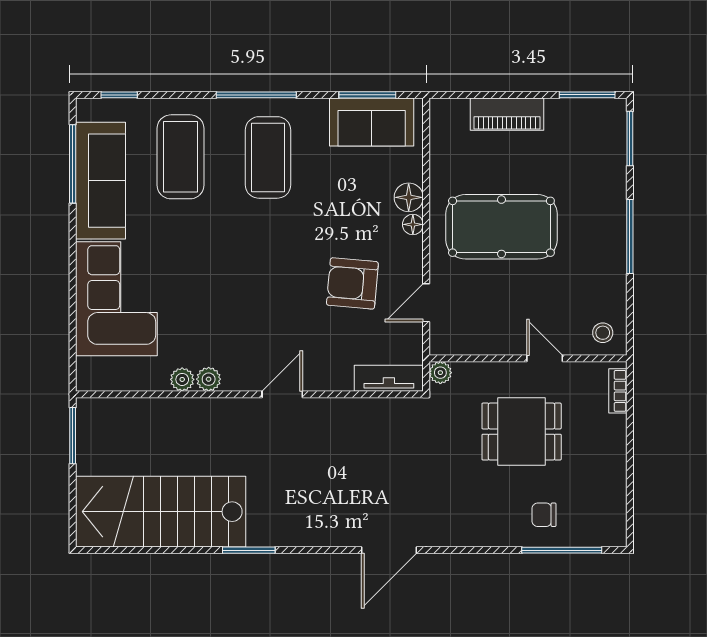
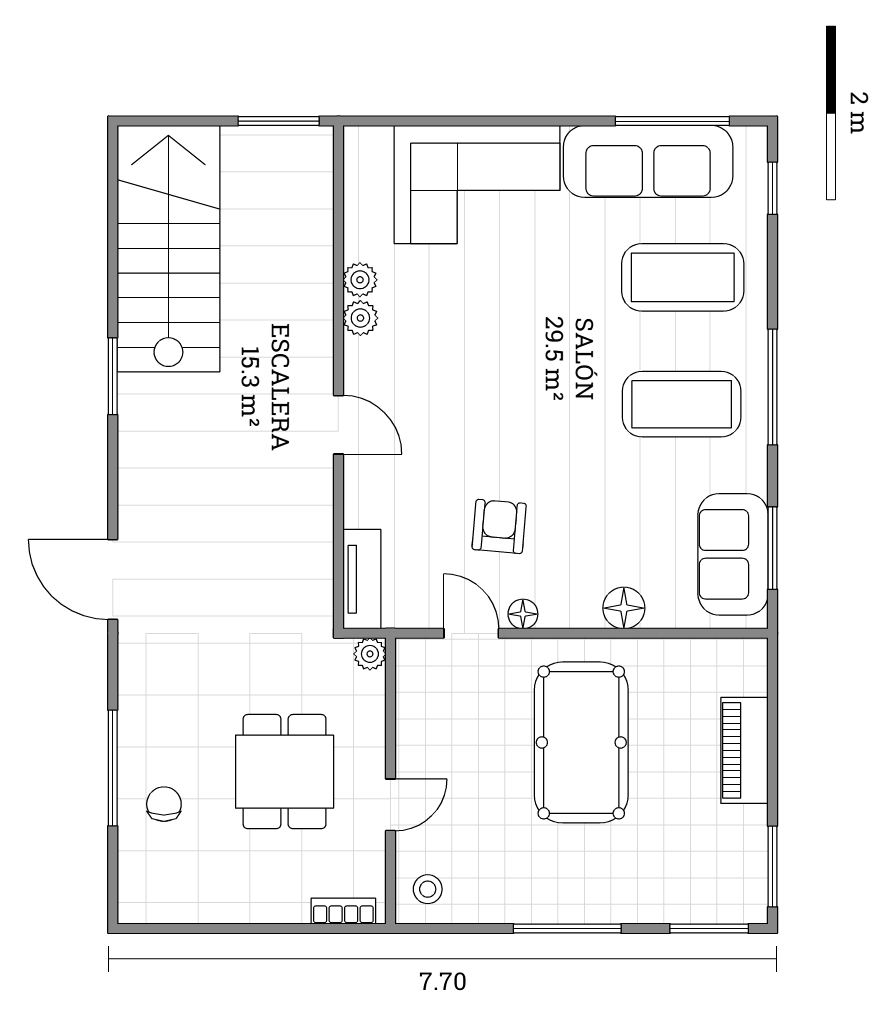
floor lamp: (413, 224) -> (523, 614), moved
armchair: (352, 283) -> (499, 526), width x0.72, depth x0.72
window: (562, 550) -> (113, 768), moved

